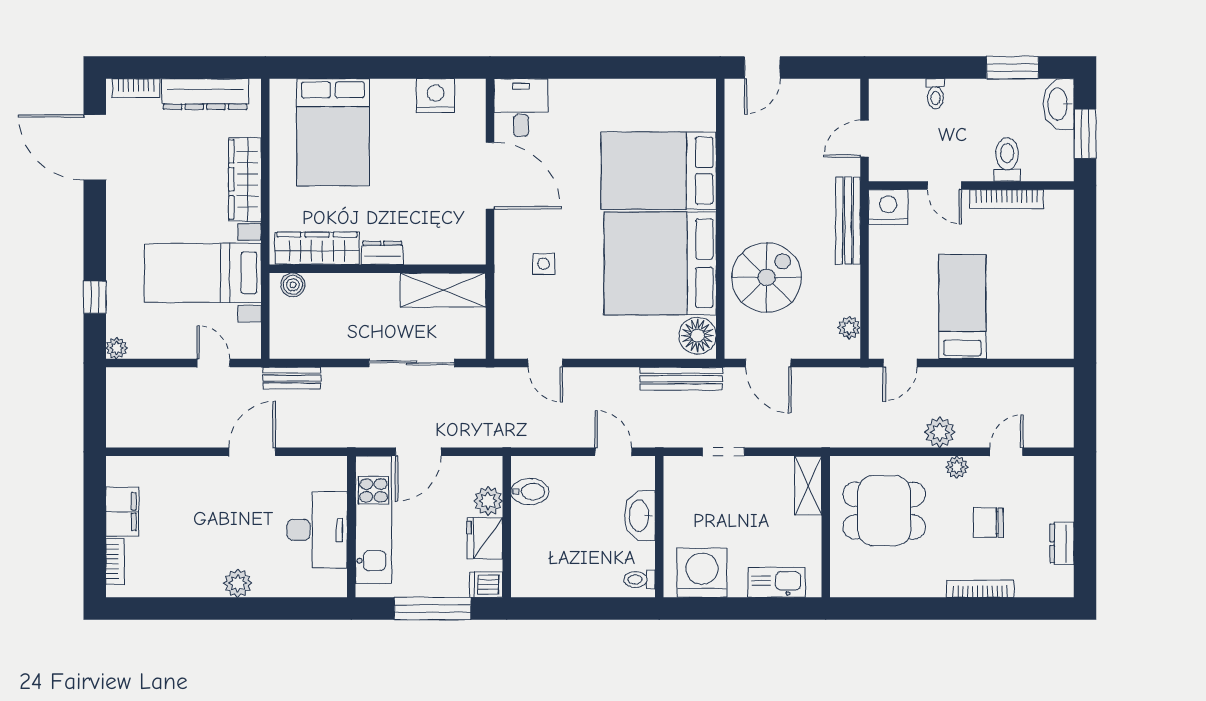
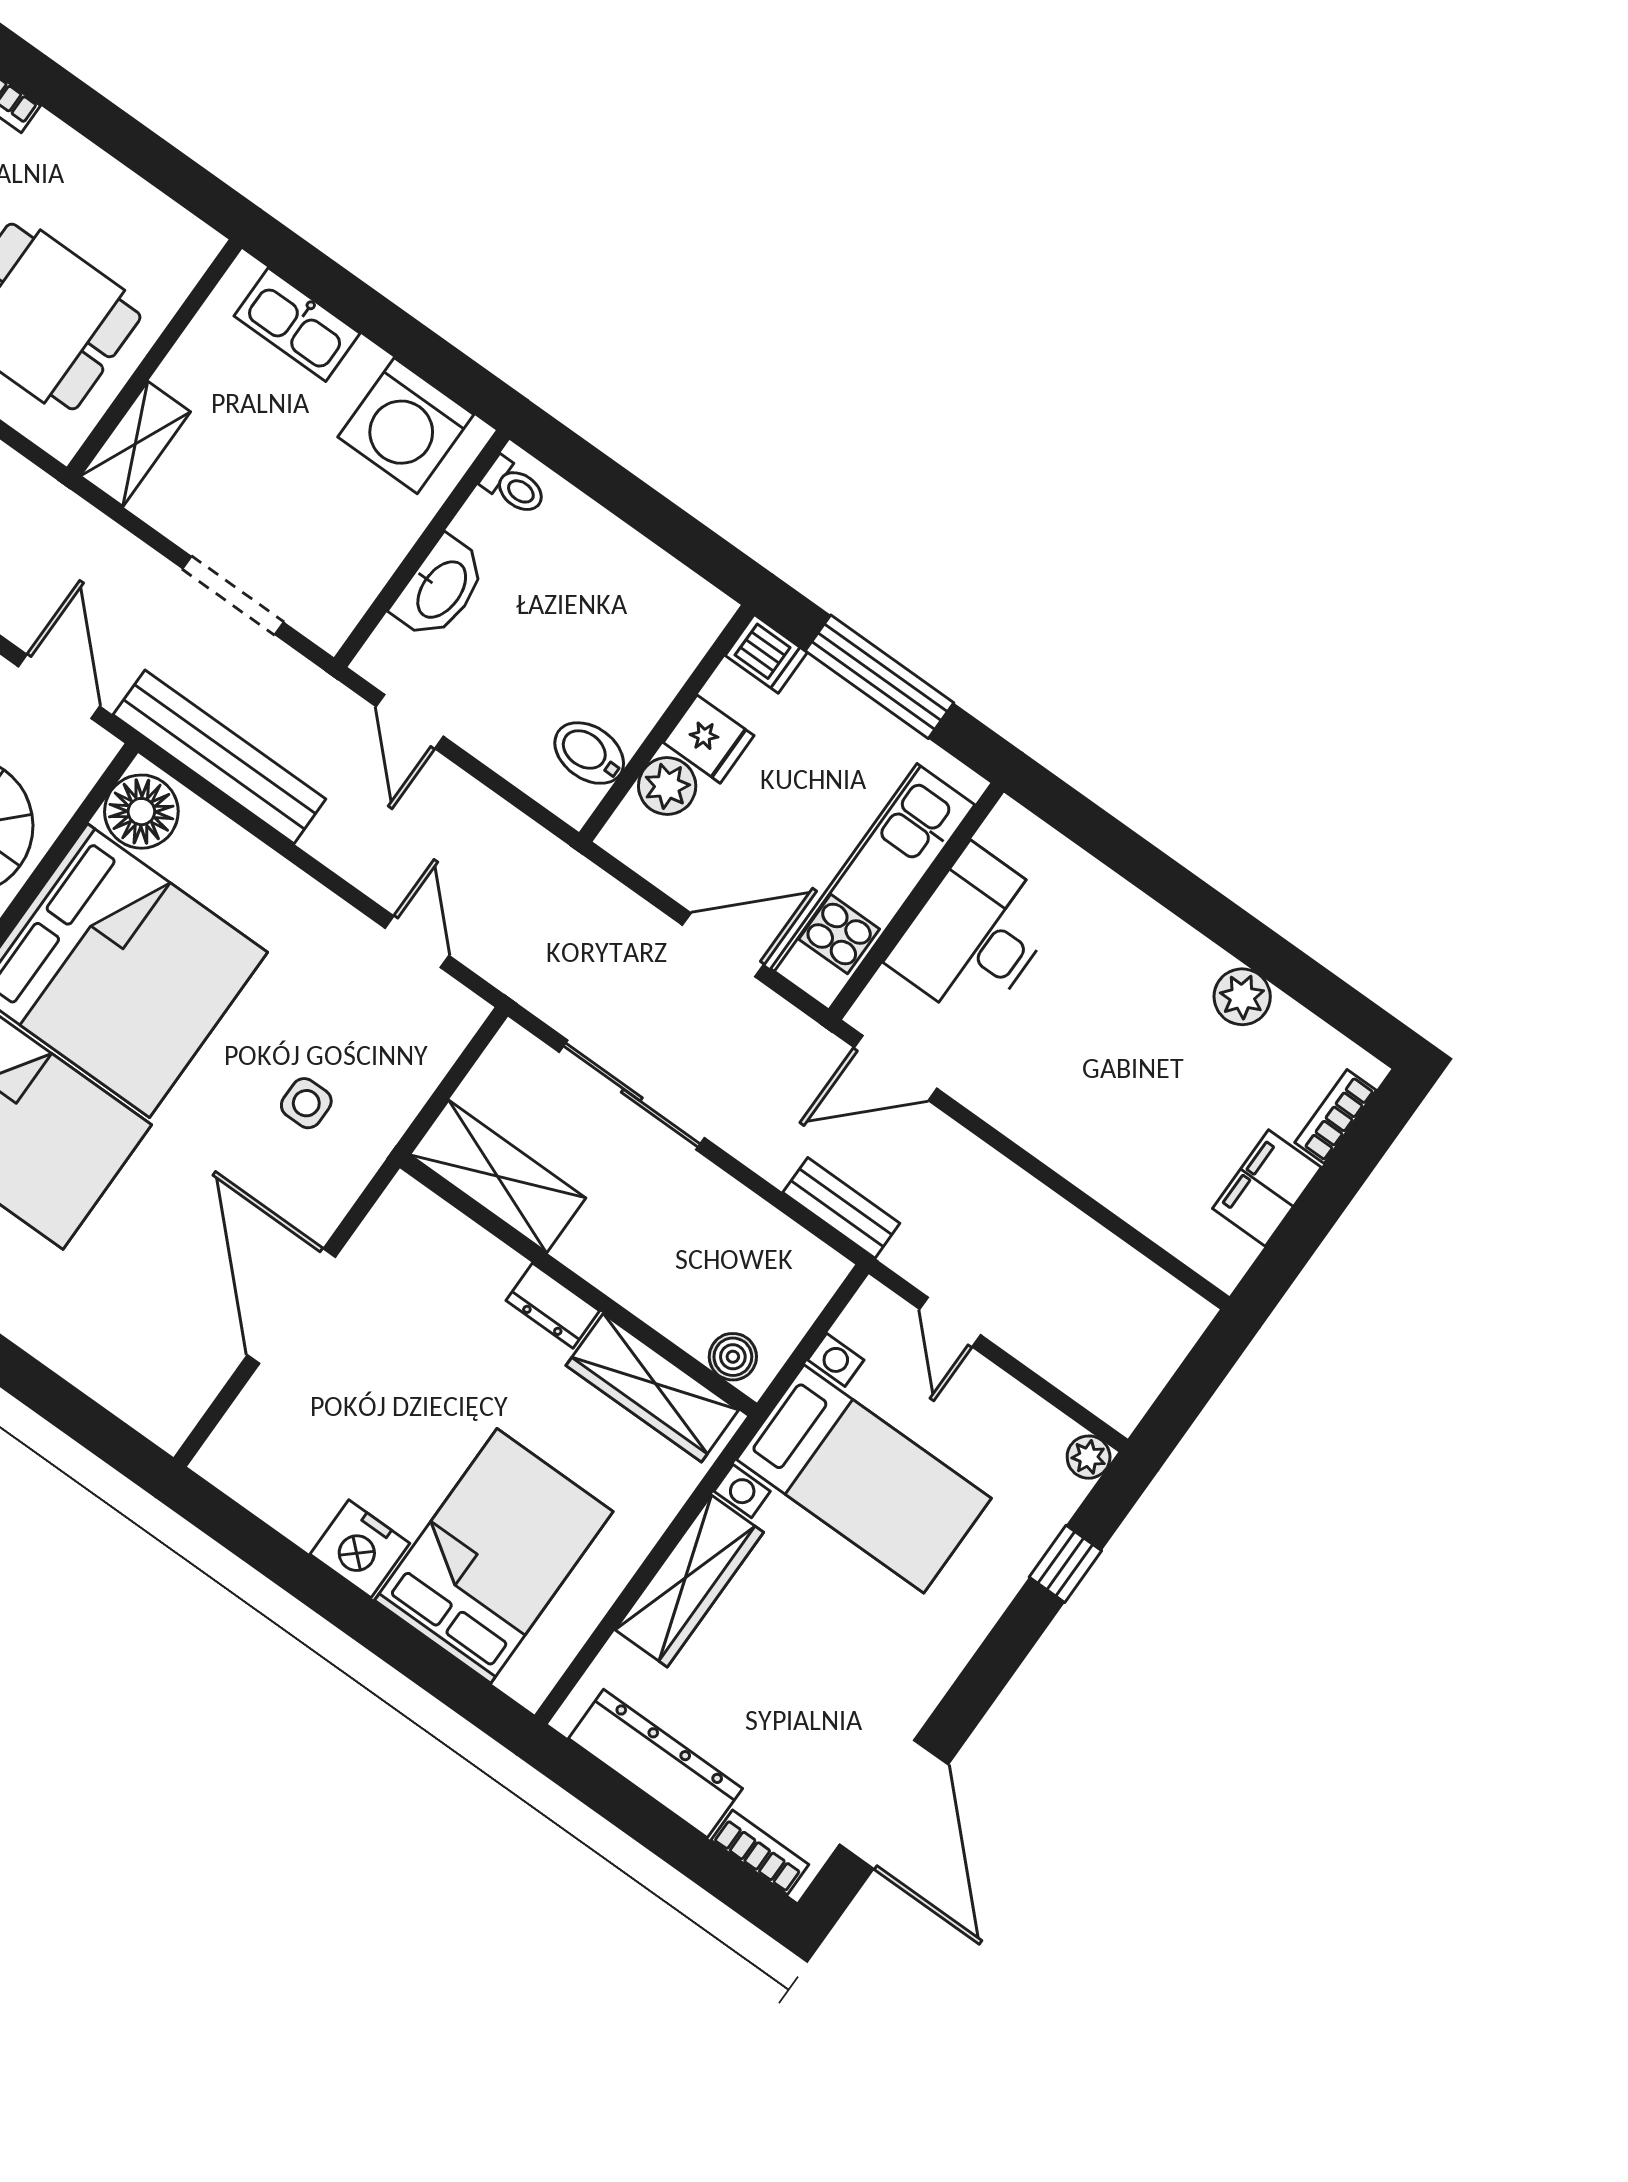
nightstand: (436, 96) -> (360, 1549), moved
desk: (521, 108) -> (164, 1380), removed
bench: (681, 379) -> (219, 757), width x1.37, depth x1.21
door: (252, 452) -> (895, 1068), moved
doorway: (723, 452) -> (233, 595), width x1.38
fridge: (485, 538) -> (709, 739), width x0.72
plant: (238, 583) -> (1242, 997), moved

